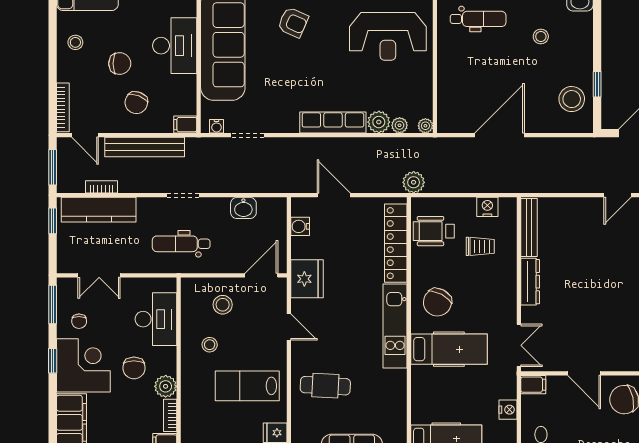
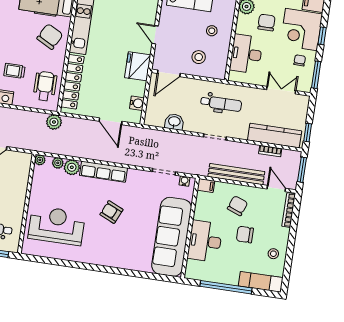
armchair: (293, 22) -> (111, 212), moved
wheelchair: (434, 231) -> (45, 86), turned -90

